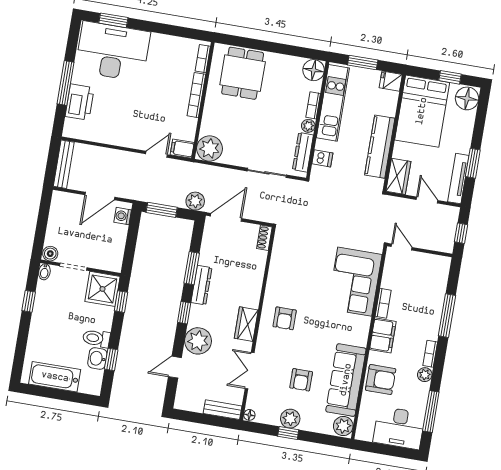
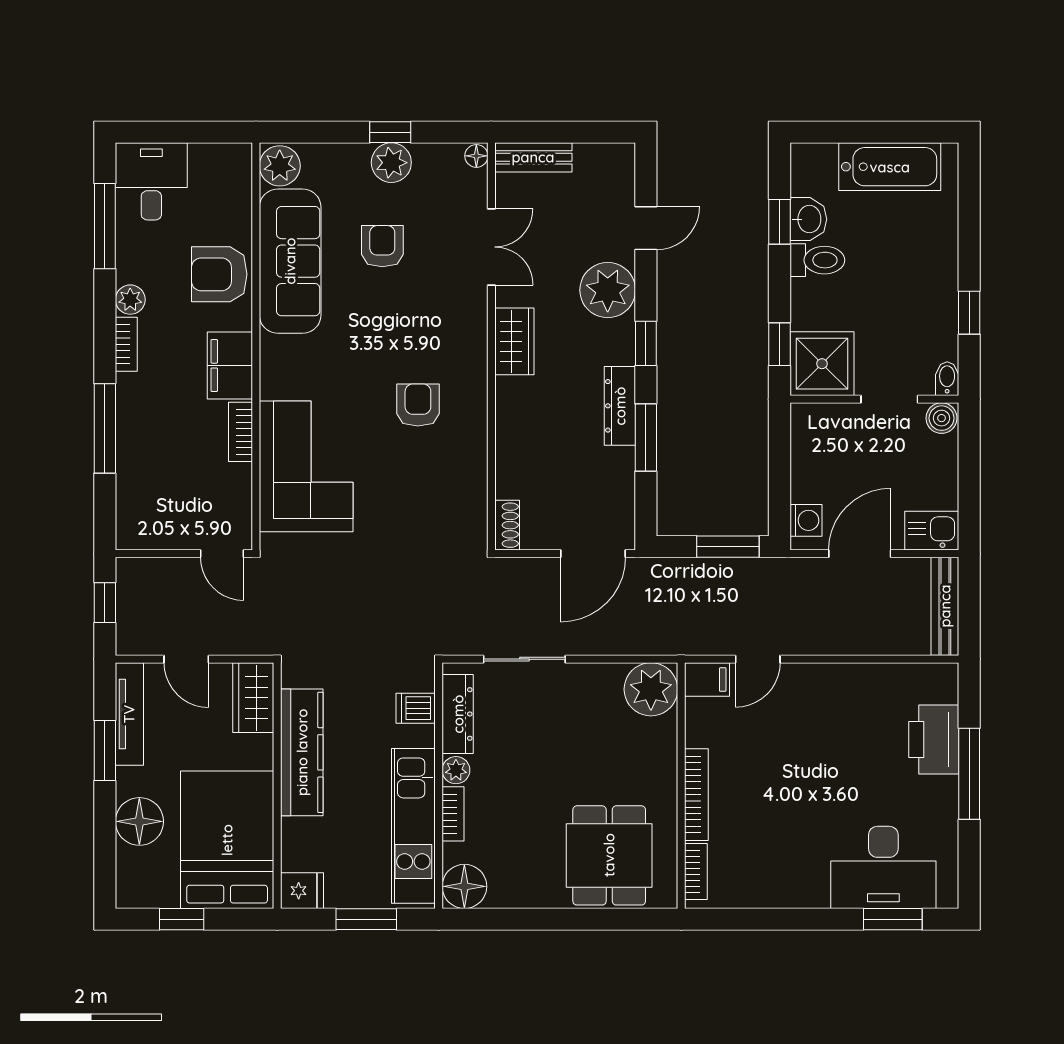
desk: (113, 51) -> (883, 867), width x0.73, depth x0.77
floor lamp: (467, 98) -> (139, 821), moved
kitchen sink: (64, 201) -> (932, 531), added
plant: (195, 201) -> (662, 576), removed
armchair: (285, 318) -> (418, 405), moved
desk: (399, 428) -> (151, 181), width x0.73

